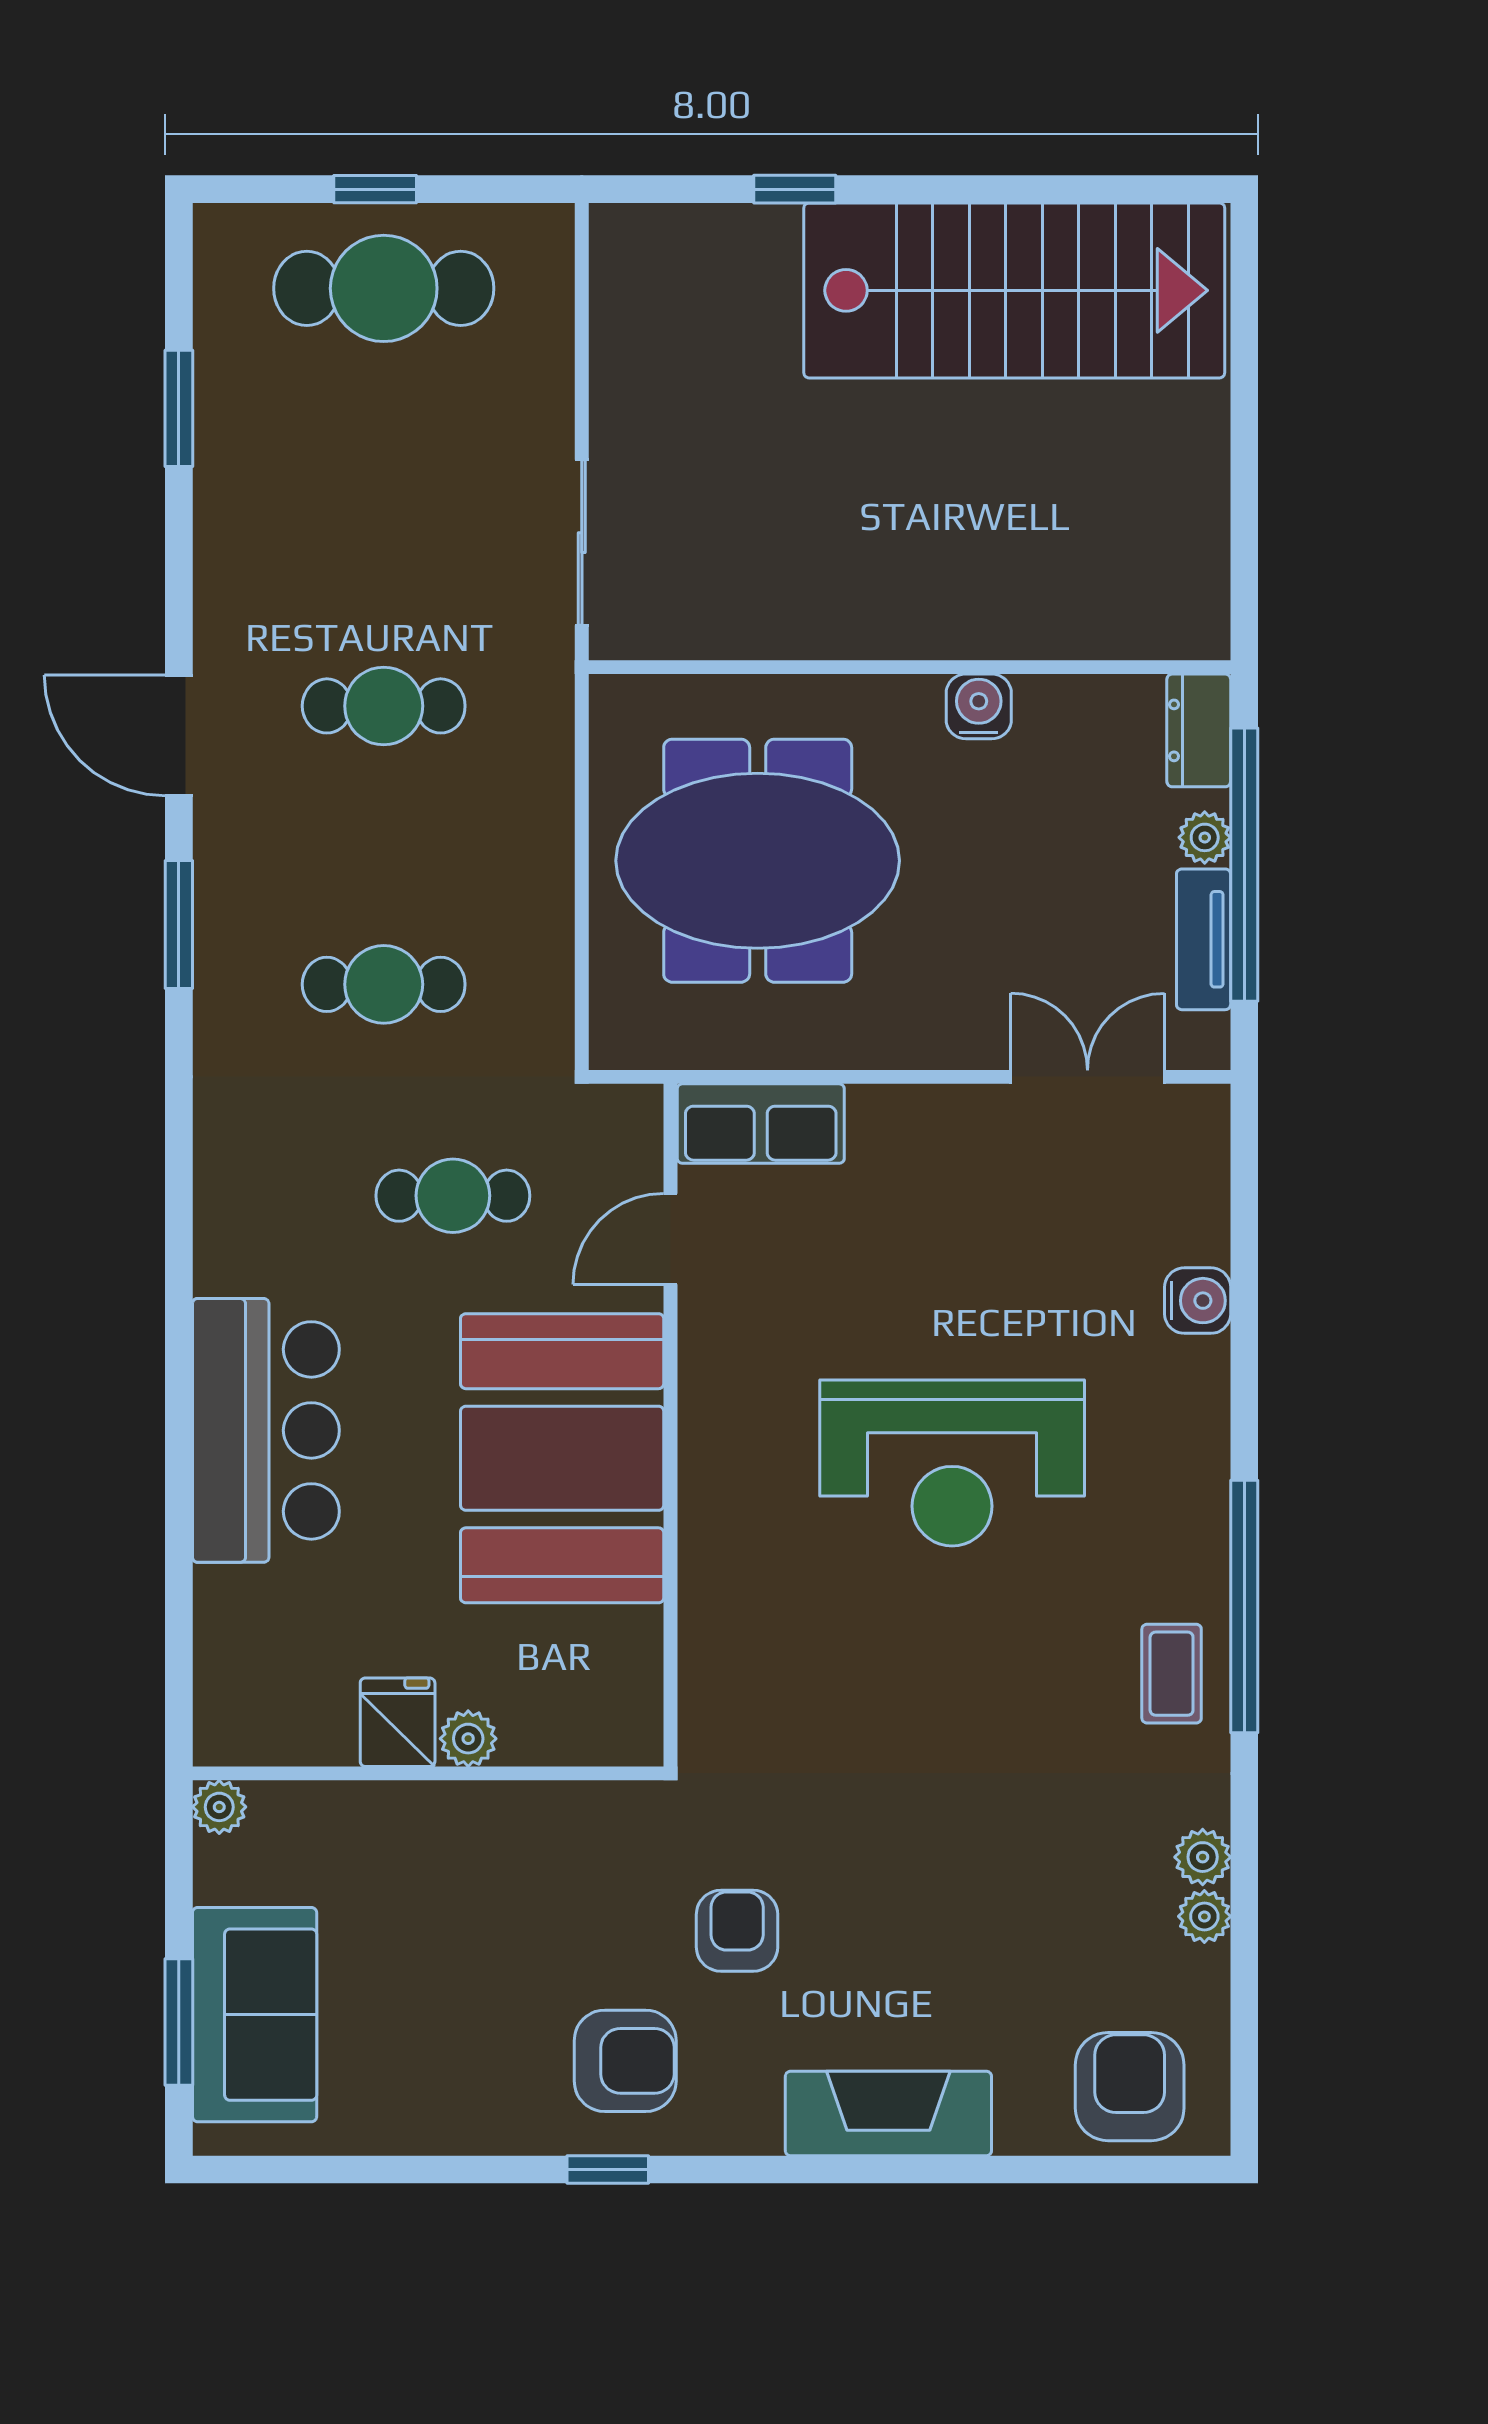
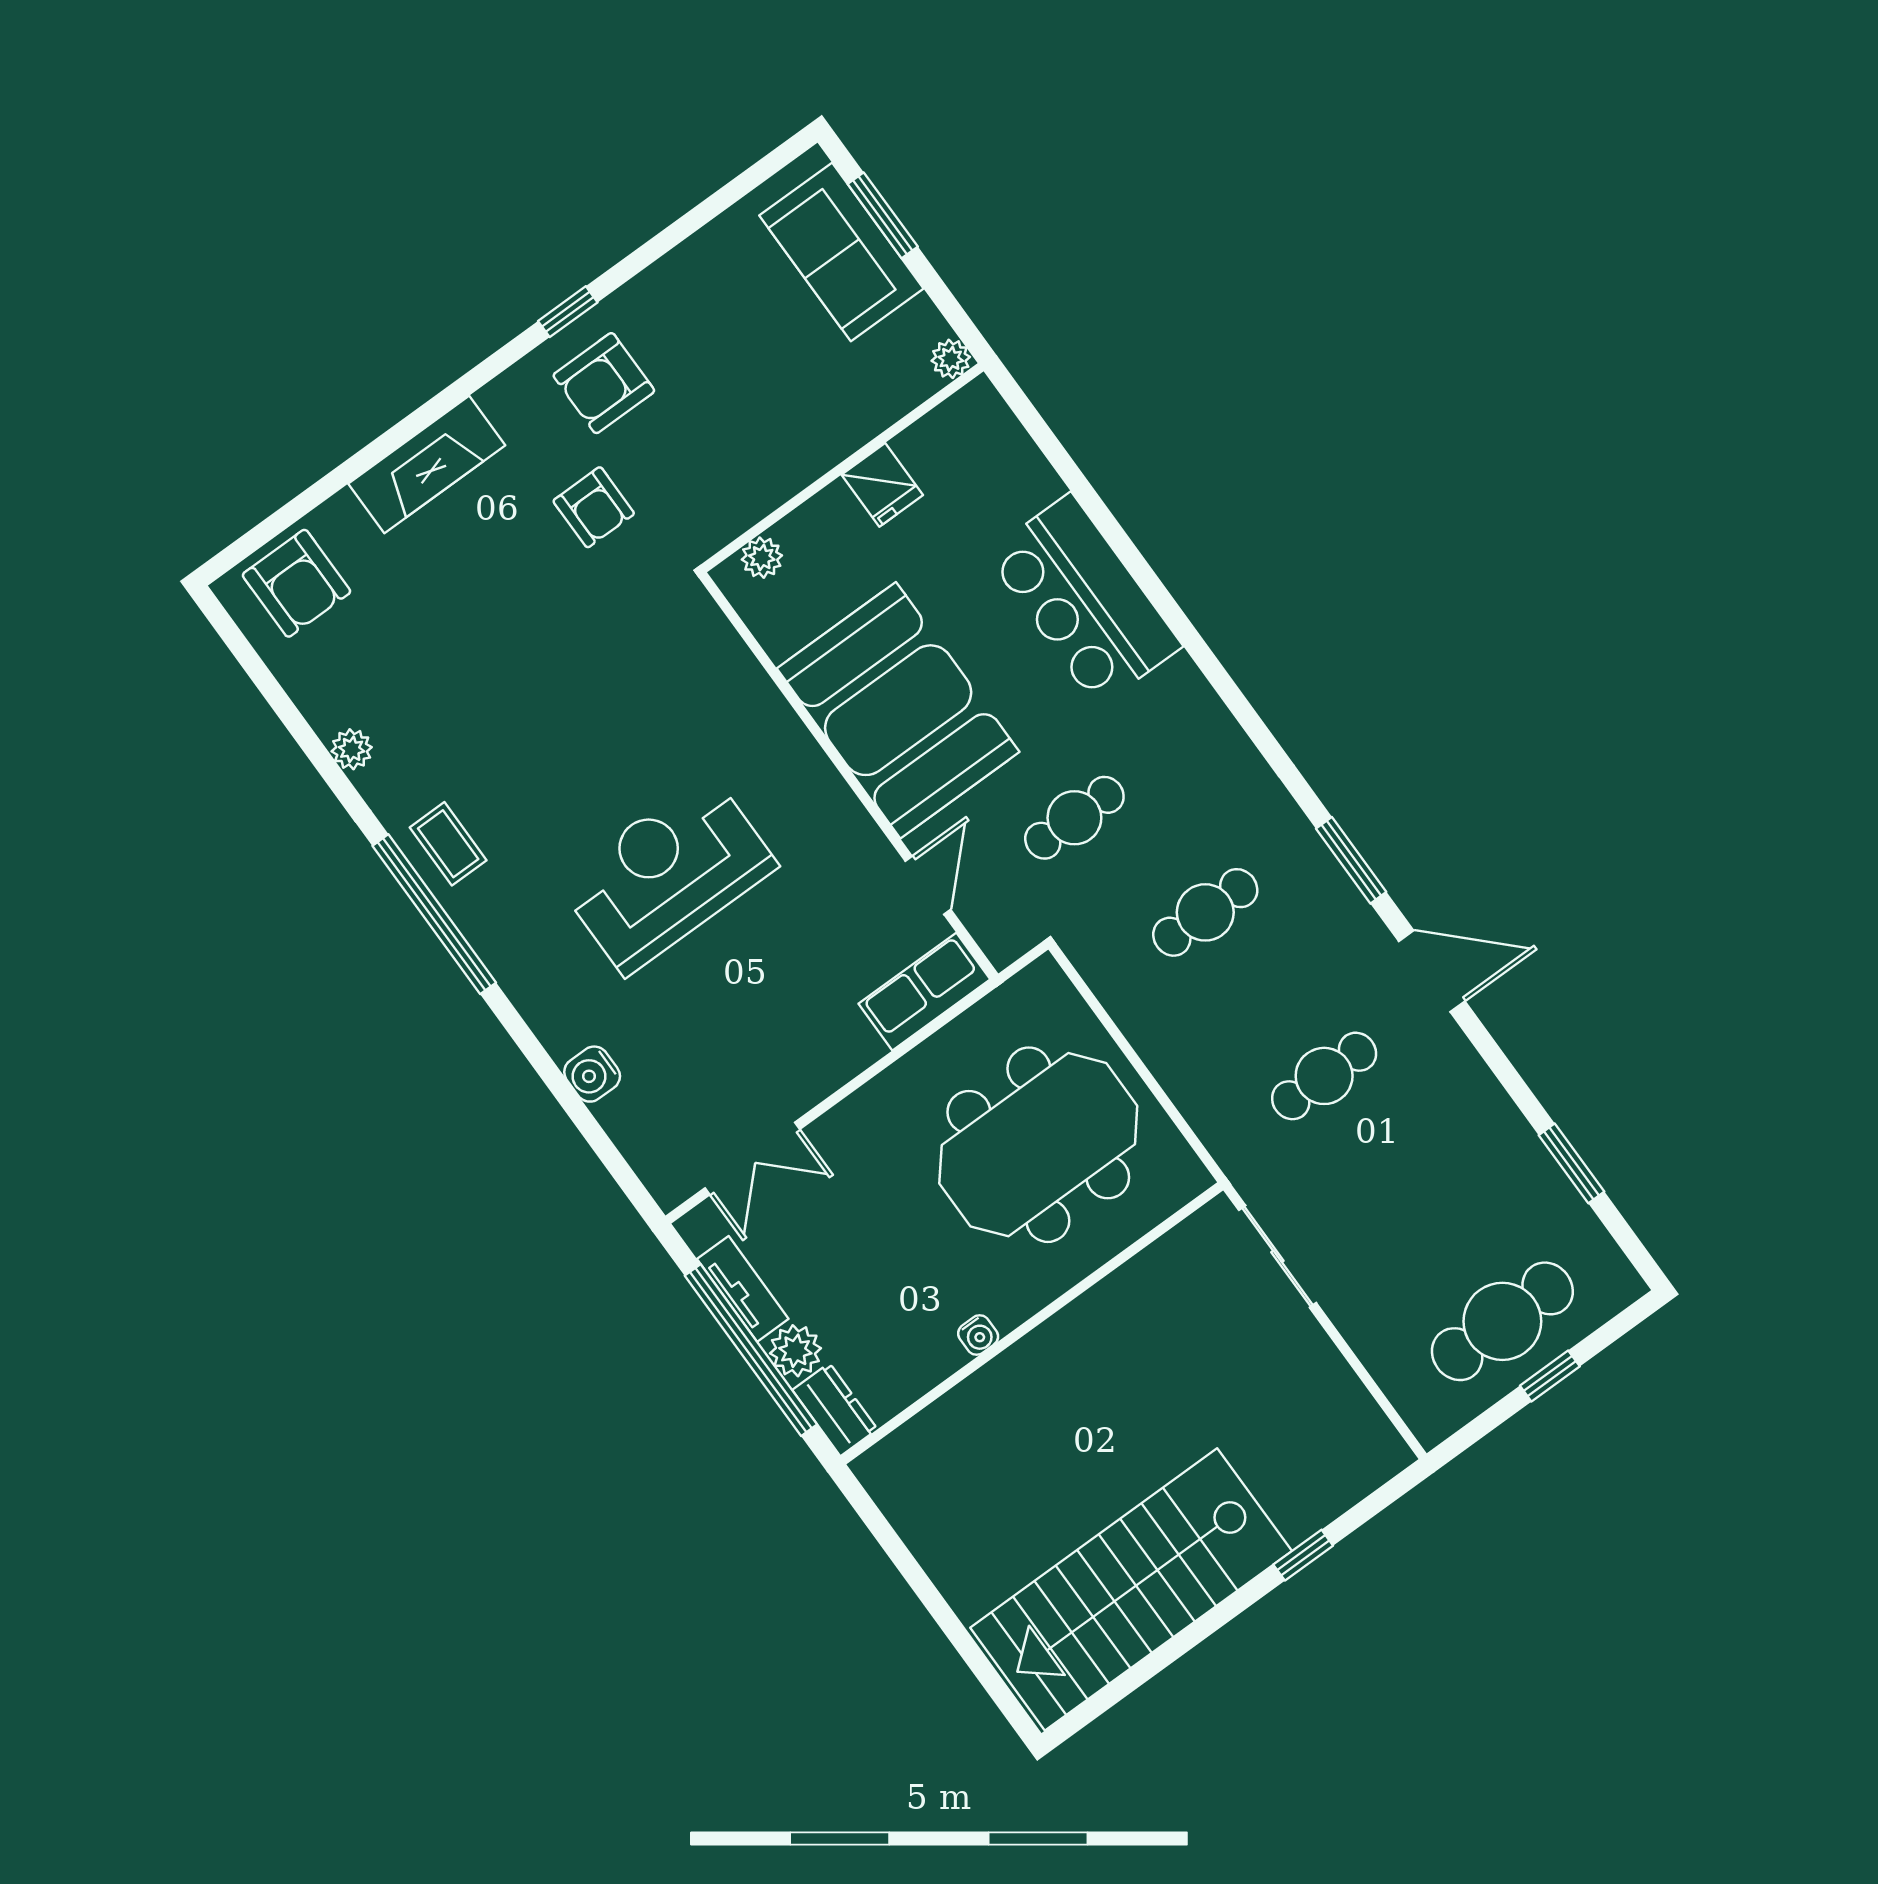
water cooler: (979, 706) -> (978, 1335), width x0.72, depth x0.72
plant: (1205, 837) -> (795, 1351), width x1.38, depth x1.38
plant: (468, 1739) -> (762, 558), moved
plant: (1204, 1916) -> (325, 715), removed

